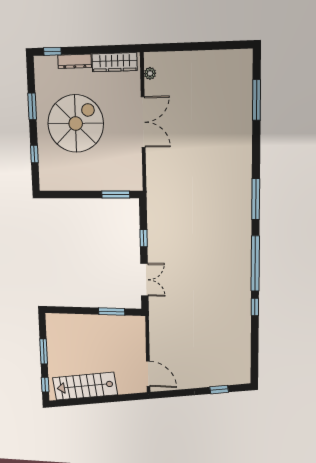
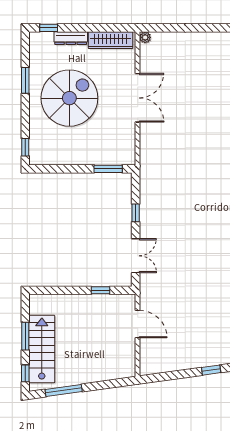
plant: (150, 73) -> (145, 37), moved
window: (34, 154) -> (25, 147), moved
window: (112, 311) -> (100, 290), width x0.67
door: (148, 374) -> (138, 324), moved
stairs: (85, 386) -> (42, 349), moved, turned 98
window: (80, 401) -> (64, 390), added

